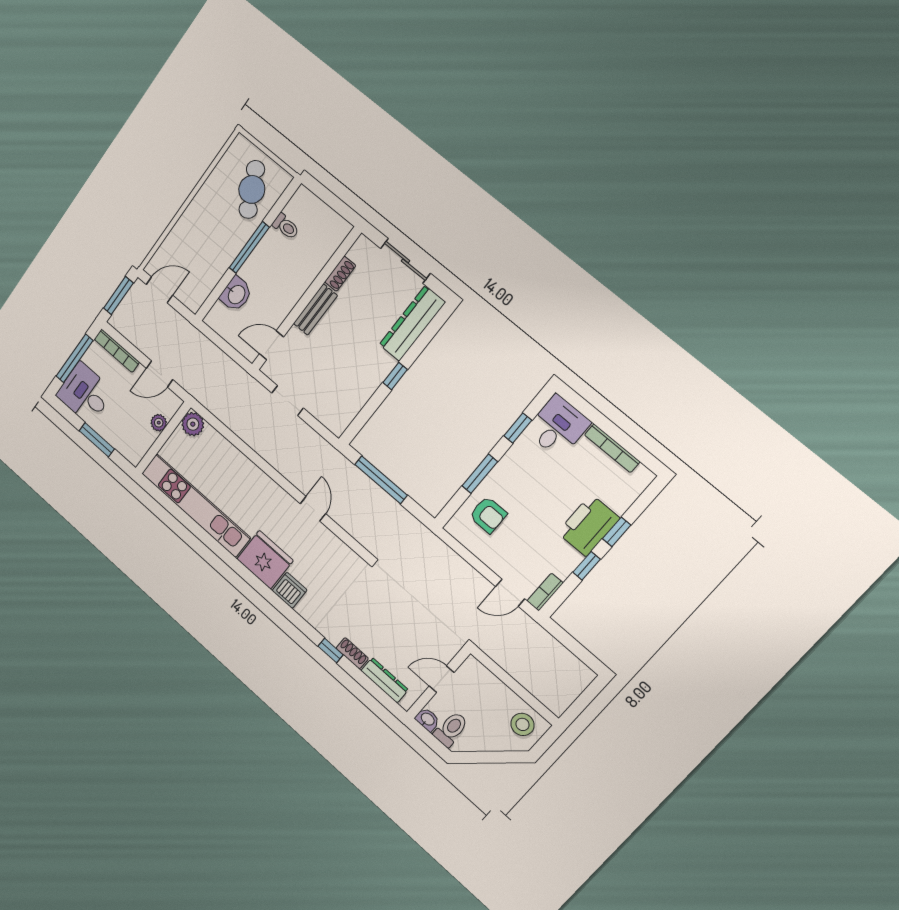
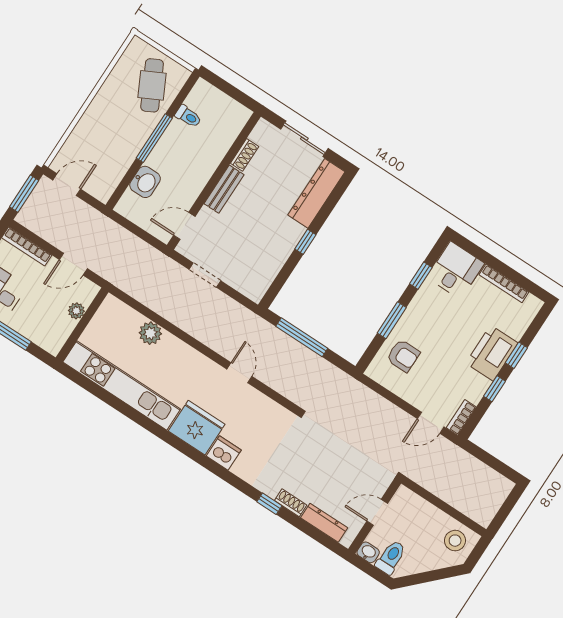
plant: (193, 424) -> (150, 333), moved

